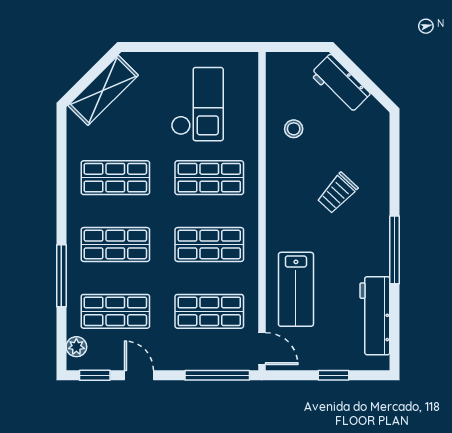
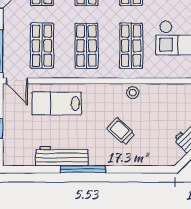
stool: (294, 129) -> (133, 93), moved
workbench: (375, 316) -> (62, 156), moved
door: (262, 349) -> (17, 81), hinge flipped

